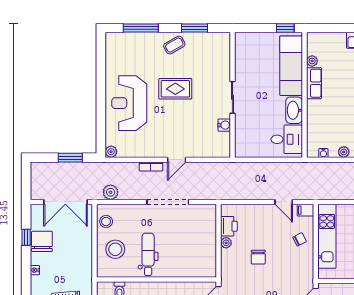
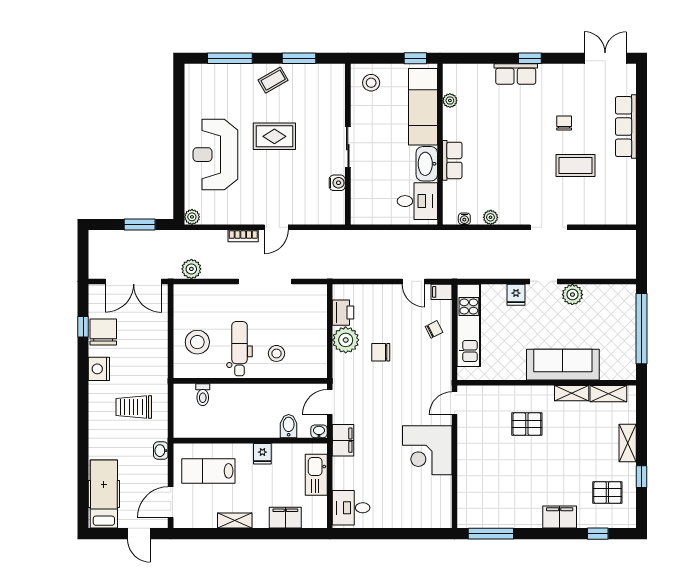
stool: (251, 47) -> (371, 83), added
row of seats: (314, 83) -> (452, 160), moved
stool: (106, 222) -> (276, 353), moved
plant: (226, 243) -> (346, 340), width x1.87, depth x1.87
chair: (258, 257) -> (381, 352), turned 90
nightstand: (35, 270) -> (99, 369), width x1.89, depth x1.79

